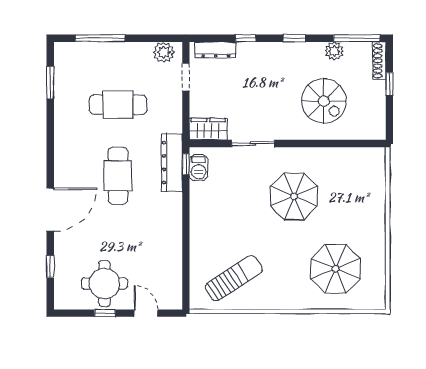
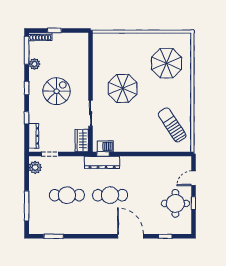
spiral stairs: (324, 101) -> (57, 91), moved
cafe table: (118, 105) -> (67, 195), turned 90

